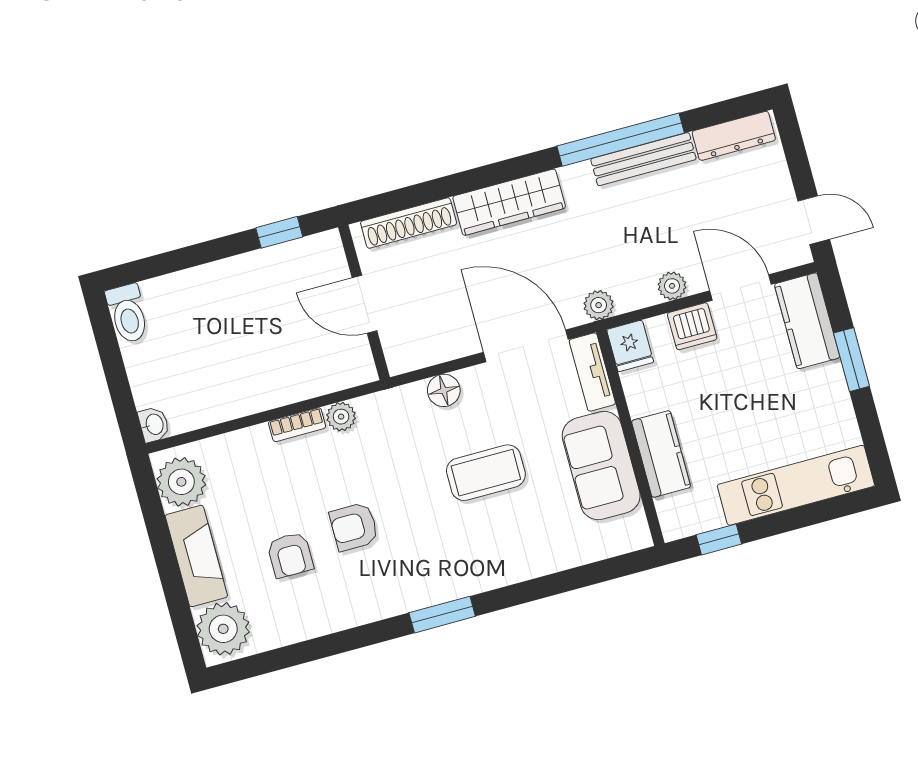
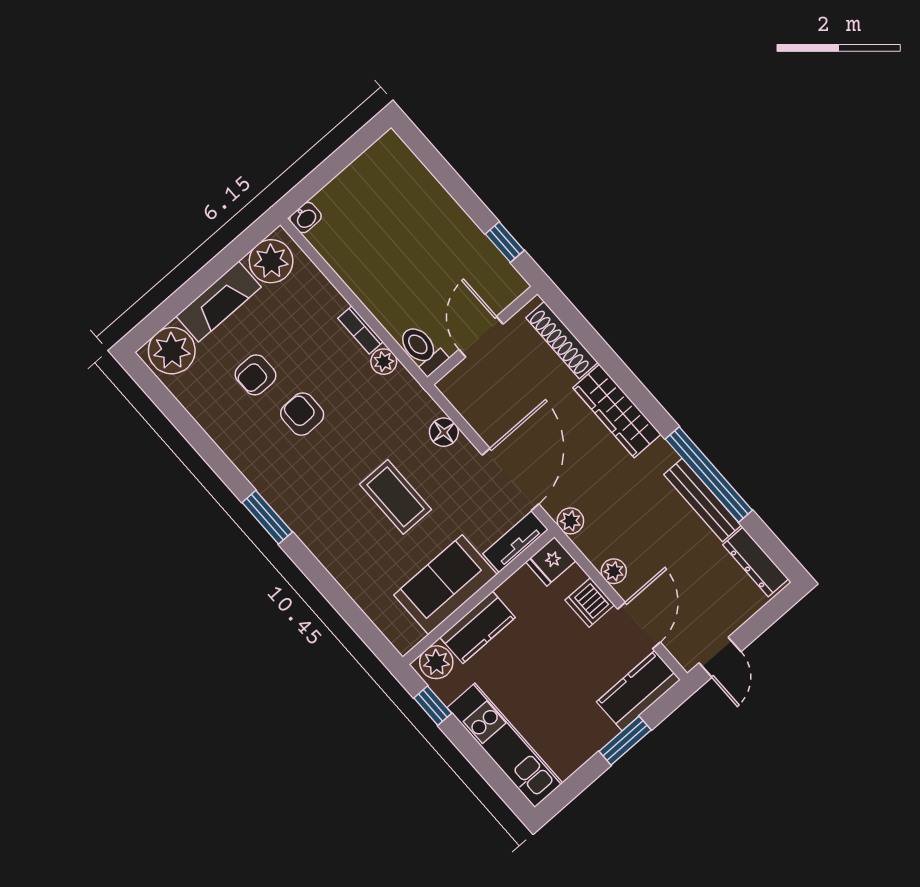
toilet: (128, 313) -> (422, 350), moved, turned 90
plant: (676, 514) -> (436, 662), added

